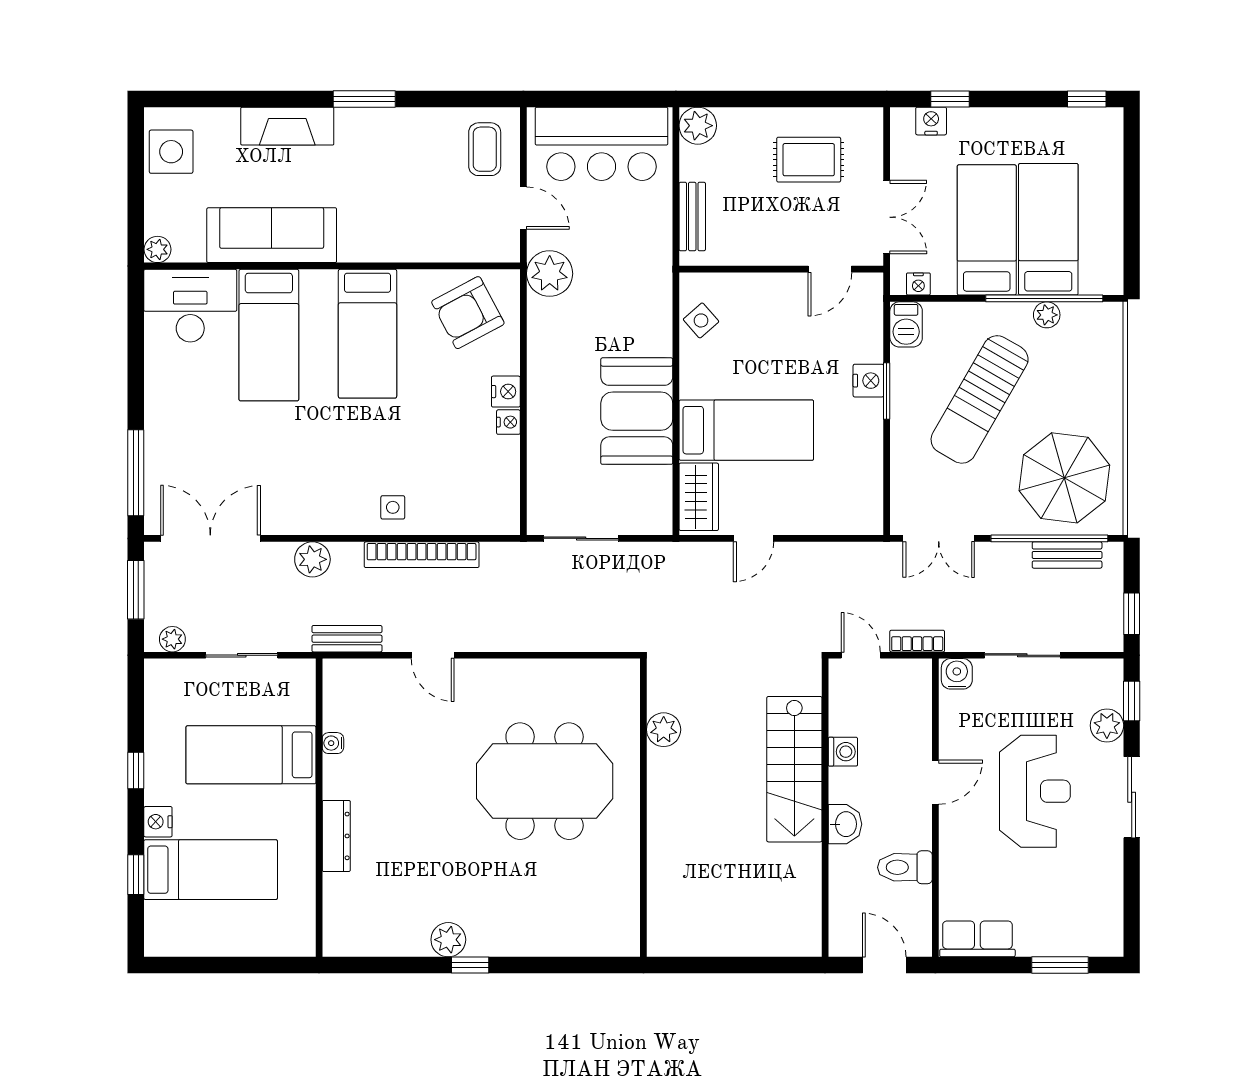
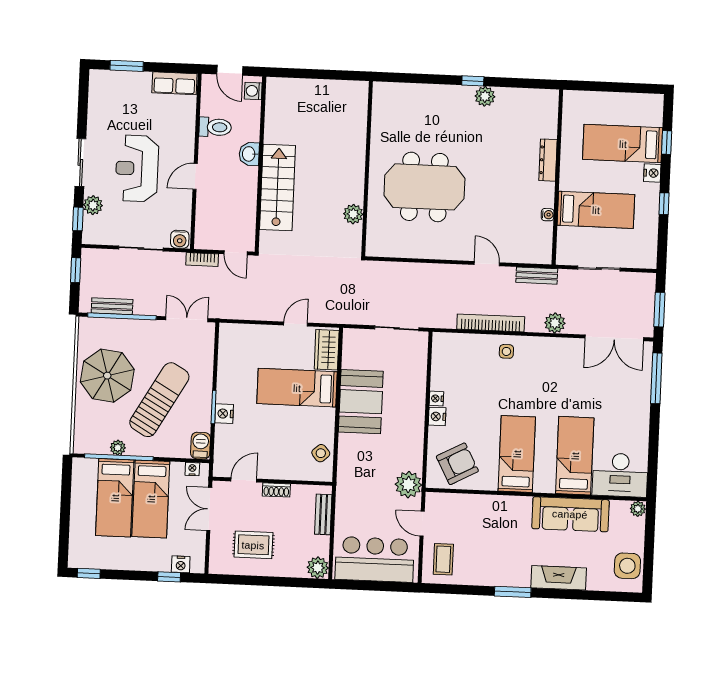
shoe rack: (774, 255) -> (276, 490), added
parasol: (1064, 478) -> (107, 376), moved
plant: (172, 639) -> (639, 280), removed
washing machine: (843, 752) -> (253, 91), moved

